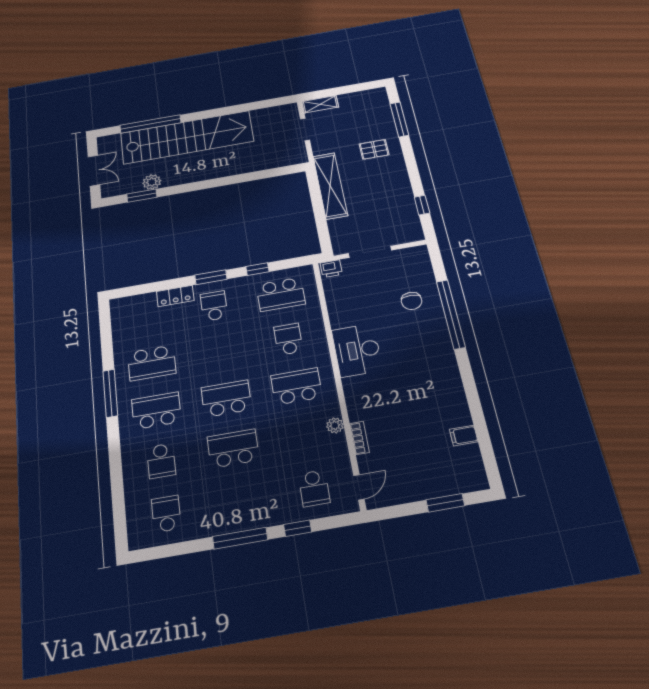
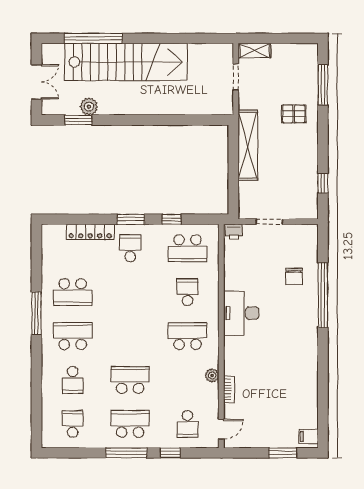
doorway: (370, 252) -> (269, 222), width x0.73
locker: (175, 296) -> (90, 232), width x1.53
school desk: (226, 399) -> (130, 424), moved
filing cabinet: (464, 435) -> (309, 436), moved

